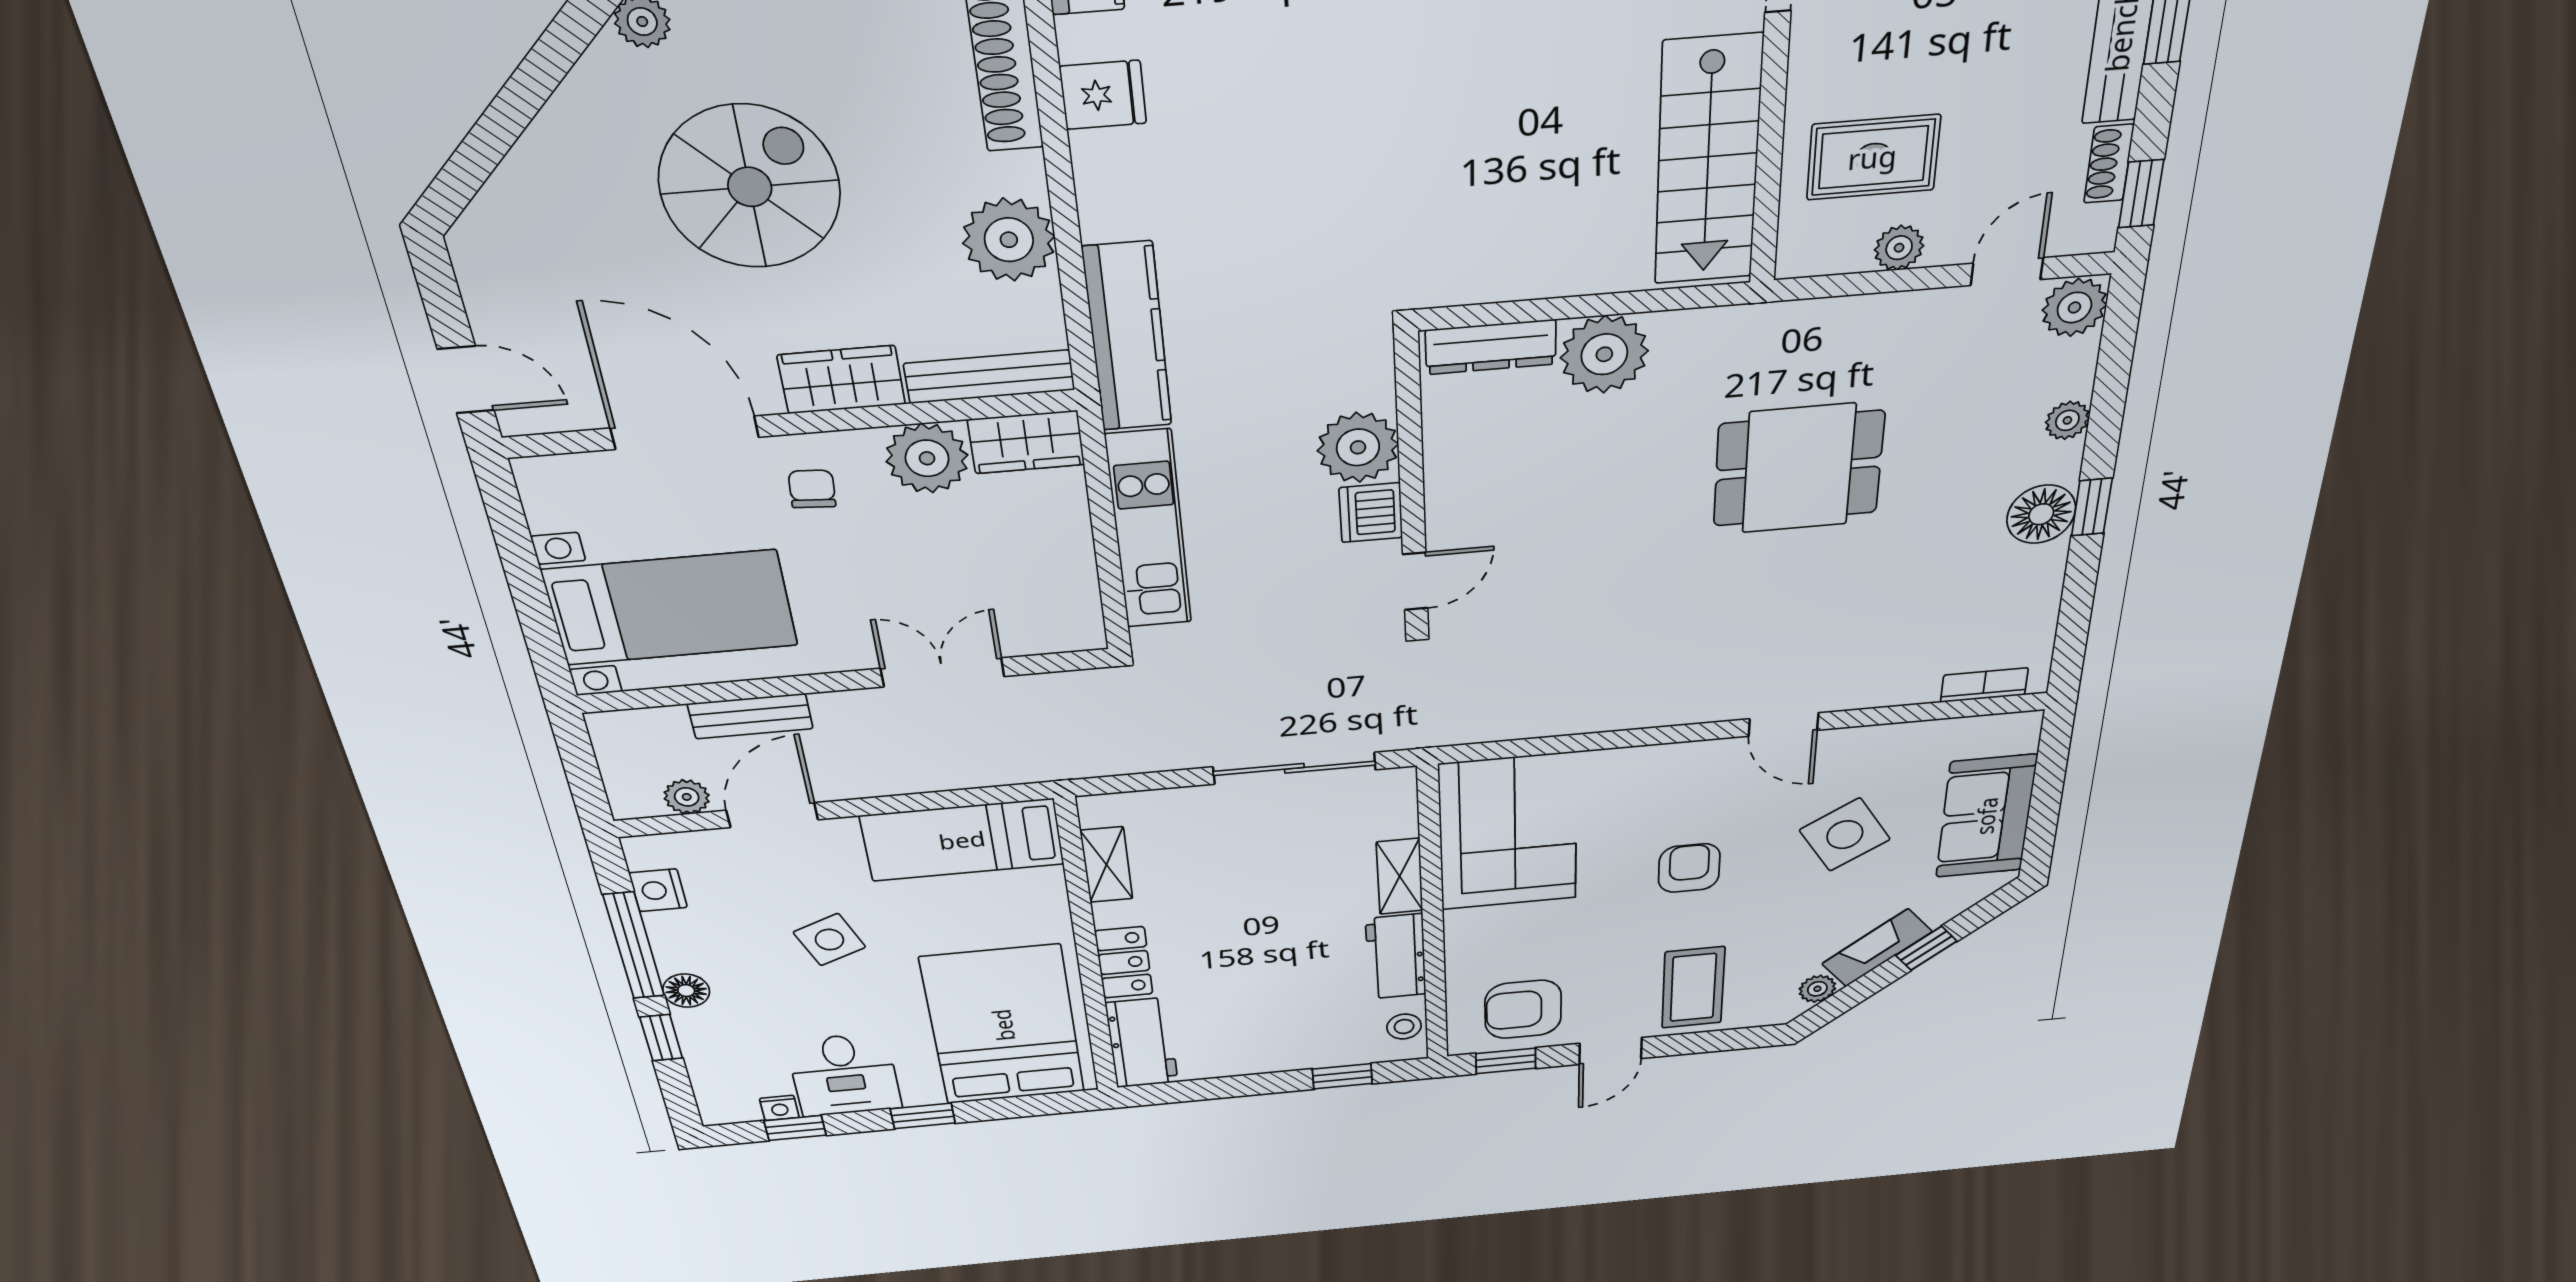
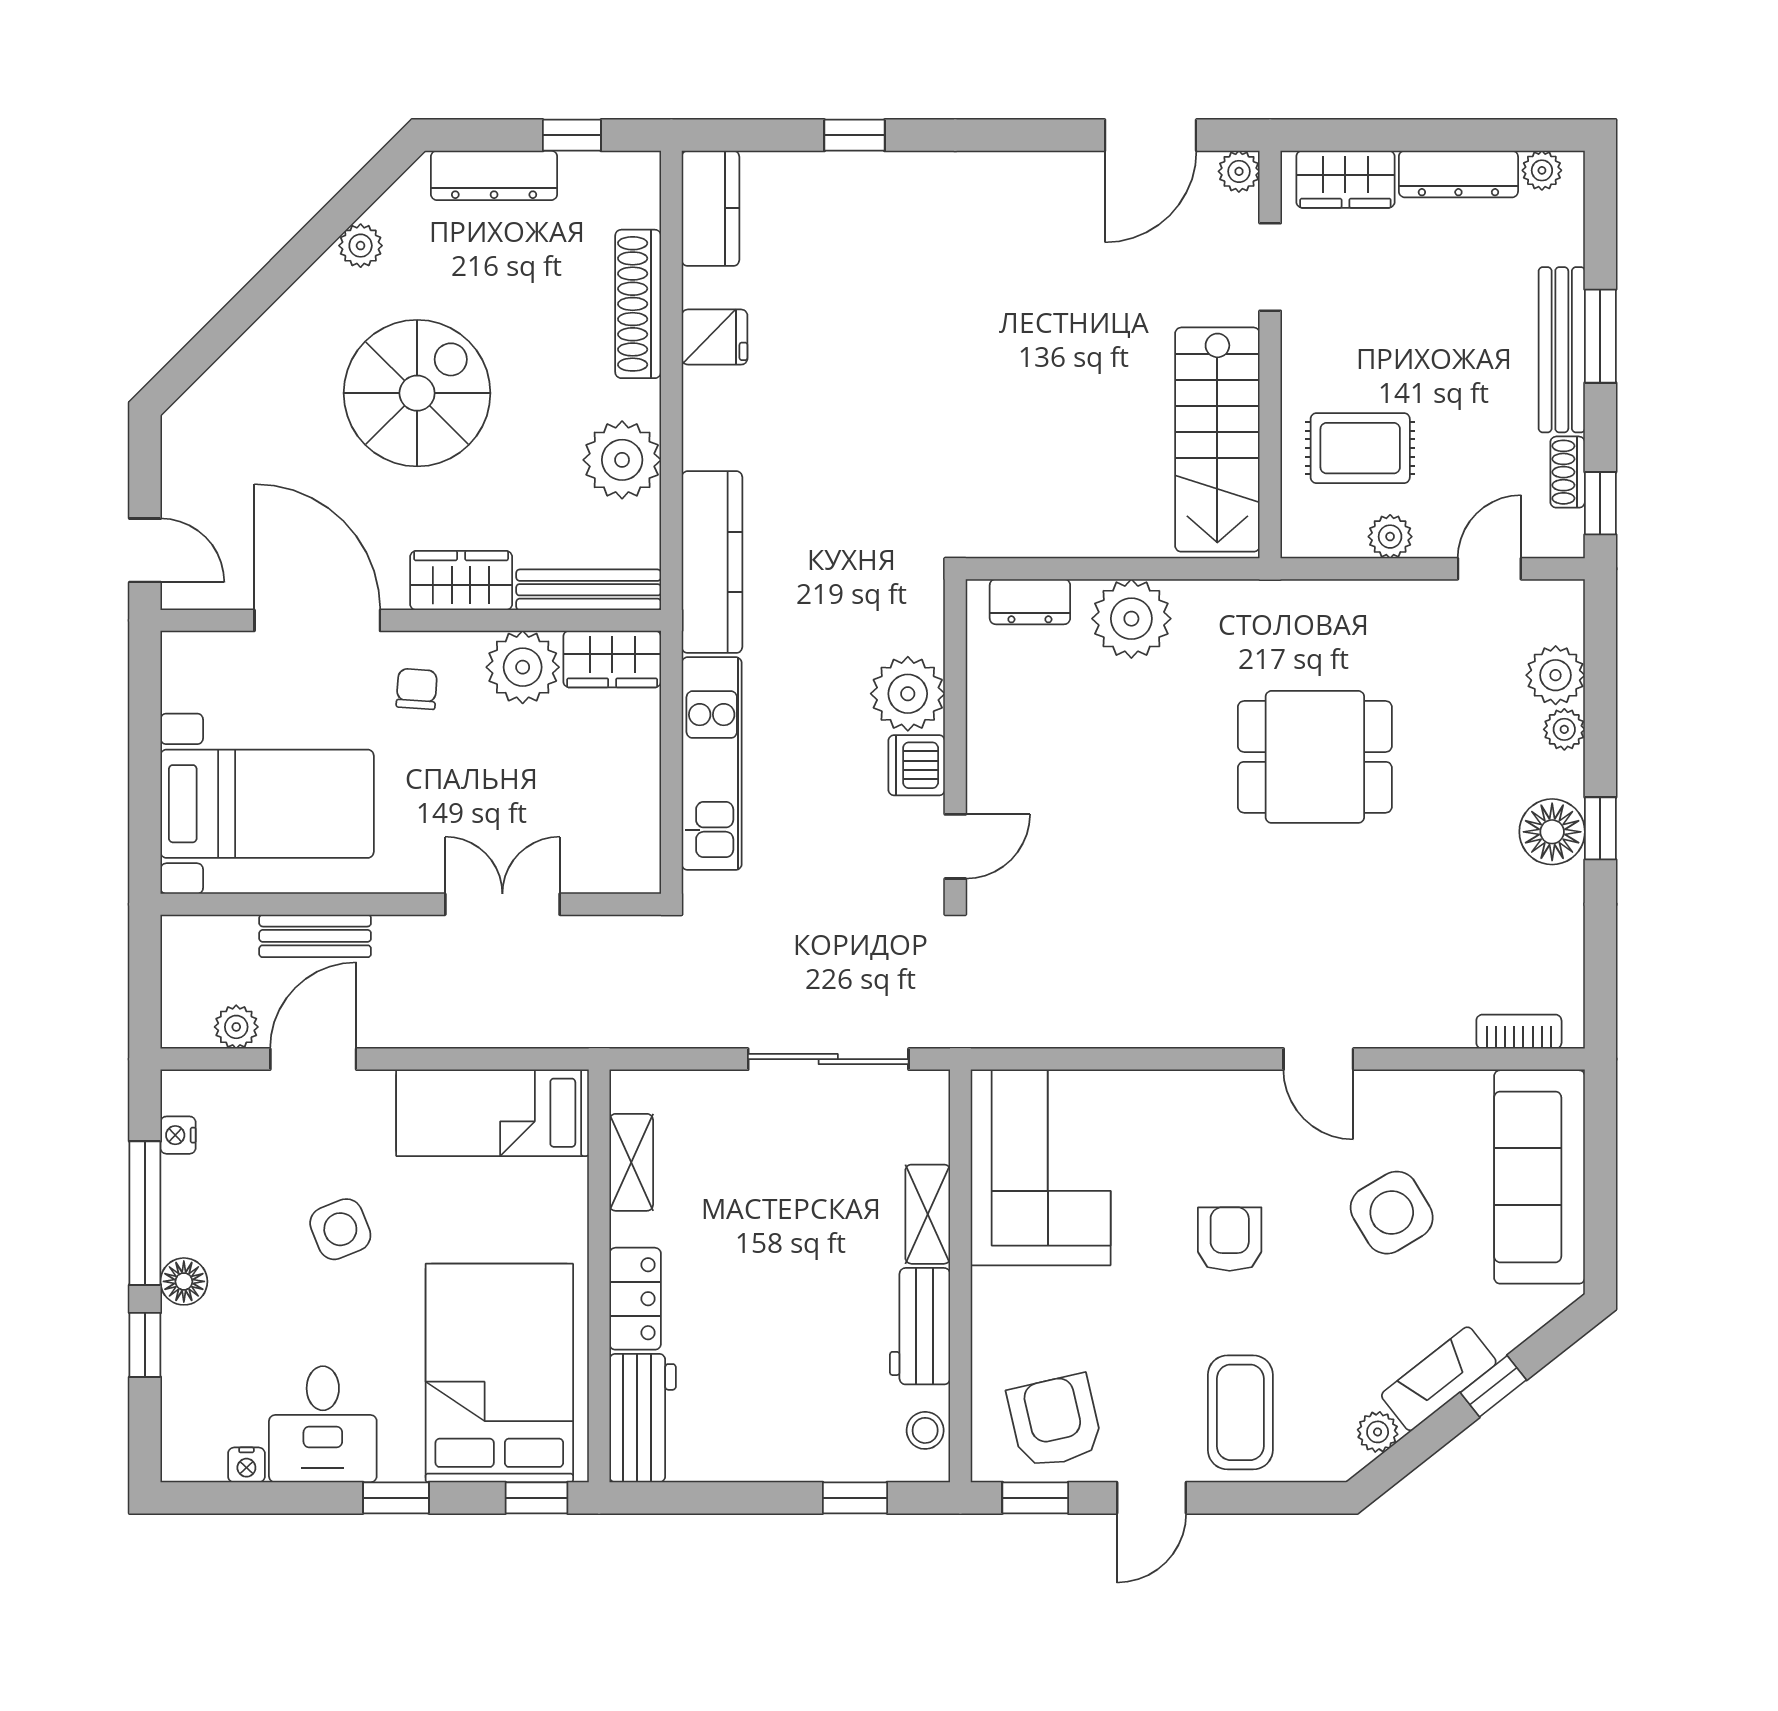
plant: (2074, 307) -> (1556, 675), moved
dresser: (1491, 347) -> (1030, 602), width x0.70
sofa: (1986, 816) -> (1540, 1177), width x1.36
nightstand: (658, 890) -> (178, 1135), width x0.72, depth x0.74
armchair: (1523, 1009) -> (1055, 1421), turned 77
window: (795, 1128) -> (537, 1498), moved

